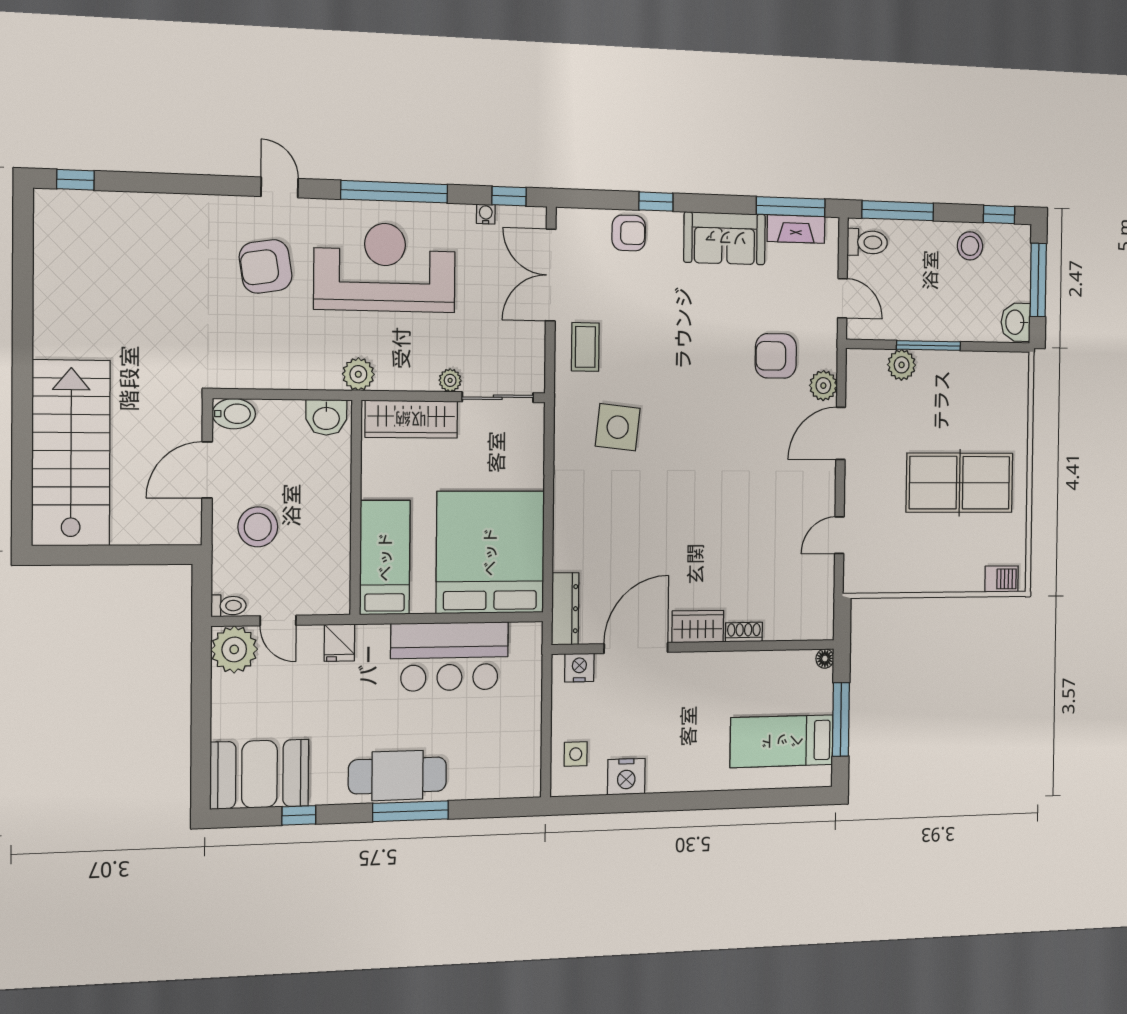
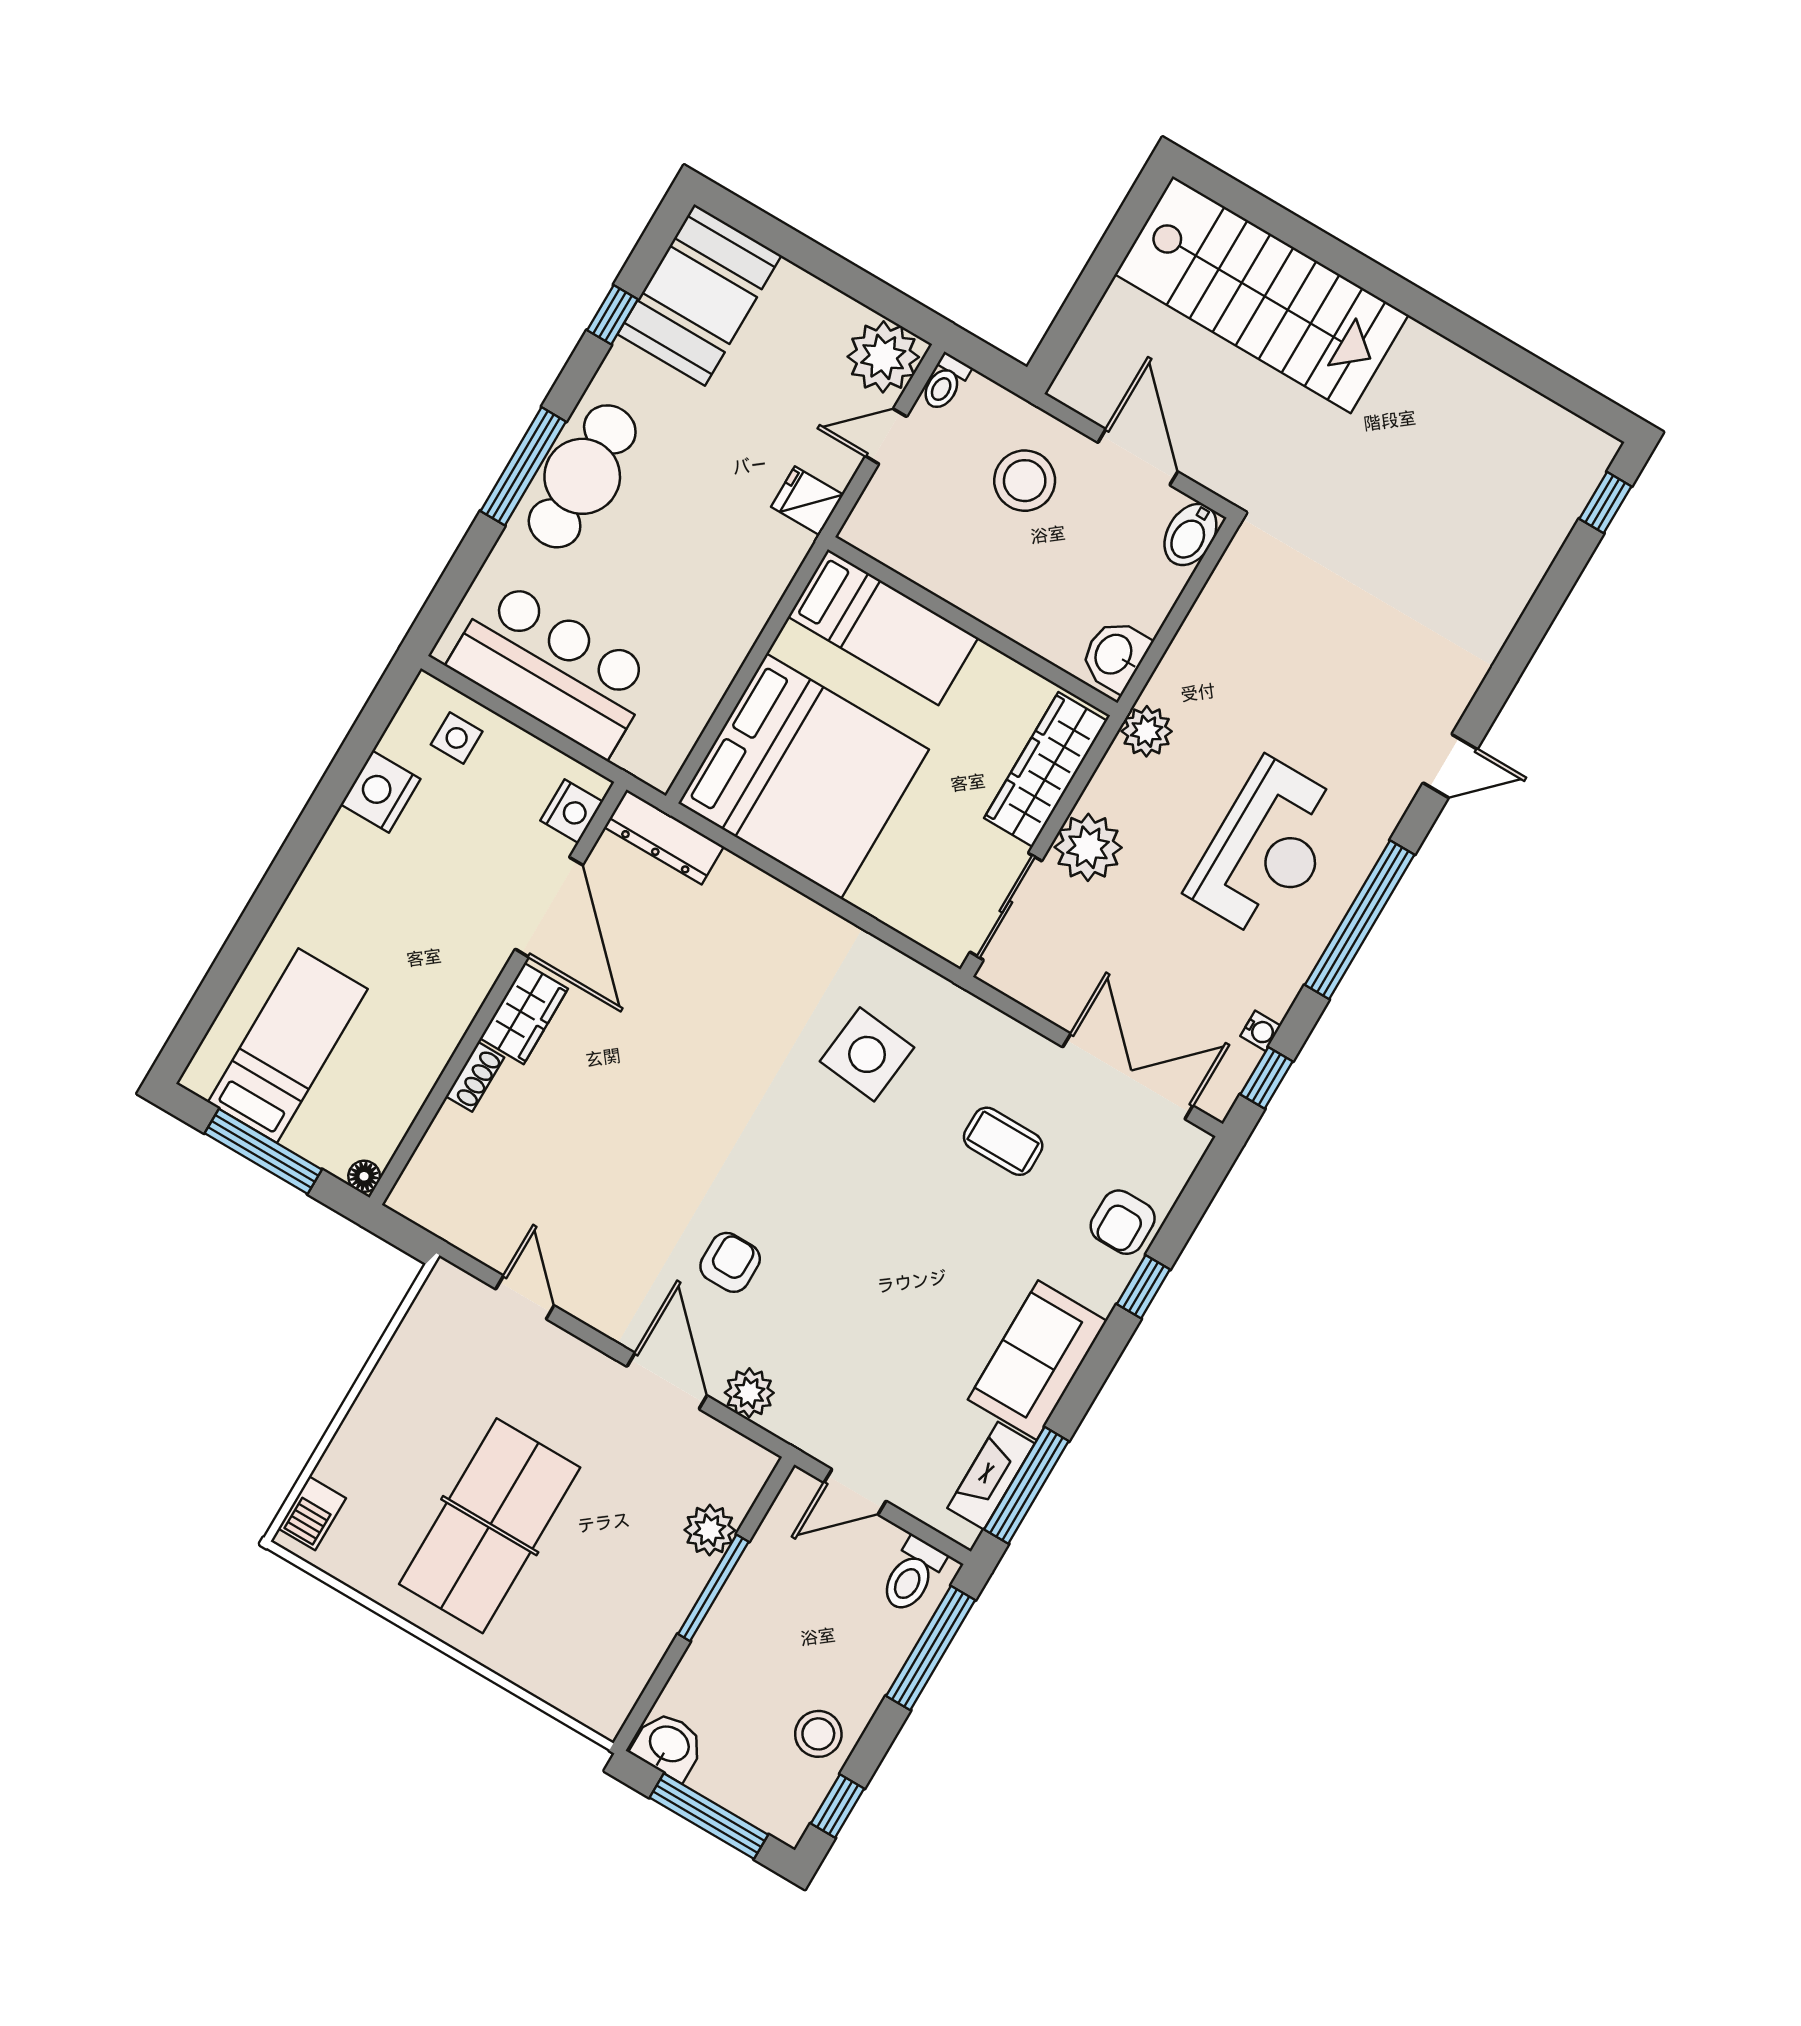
armchair: (266, 266) -> (1358, 688), removed
reception desk: (385, 267) -> (1267, 849), width x0.74, depth x0.77
coffee table: (585, 347) -> (1003, 1141), moved
armchair: (776, 356) -> (730, 1262), moved, width x0.72, depth x0.72
plant: (450, 380) -> (1088, 847), width x1.88, depth x1.88
bar counter: (450, 656) -> (552, 668), moved, turned 90

